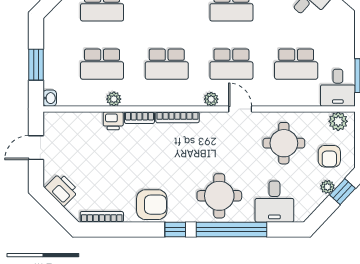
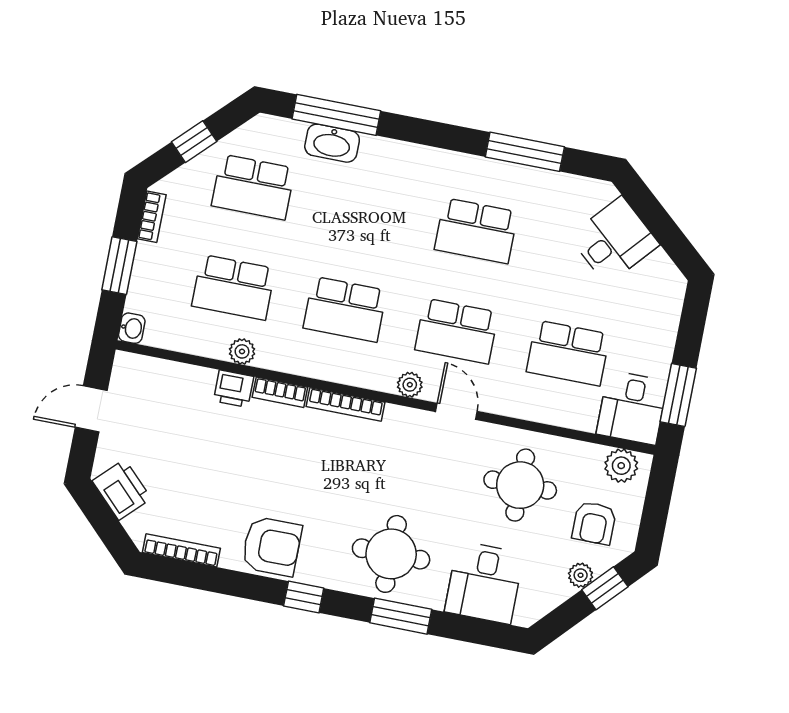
bookcase: (49, 34) -> (152, 217), added
window: (232, 229) -> (401, 616), width x0.47

